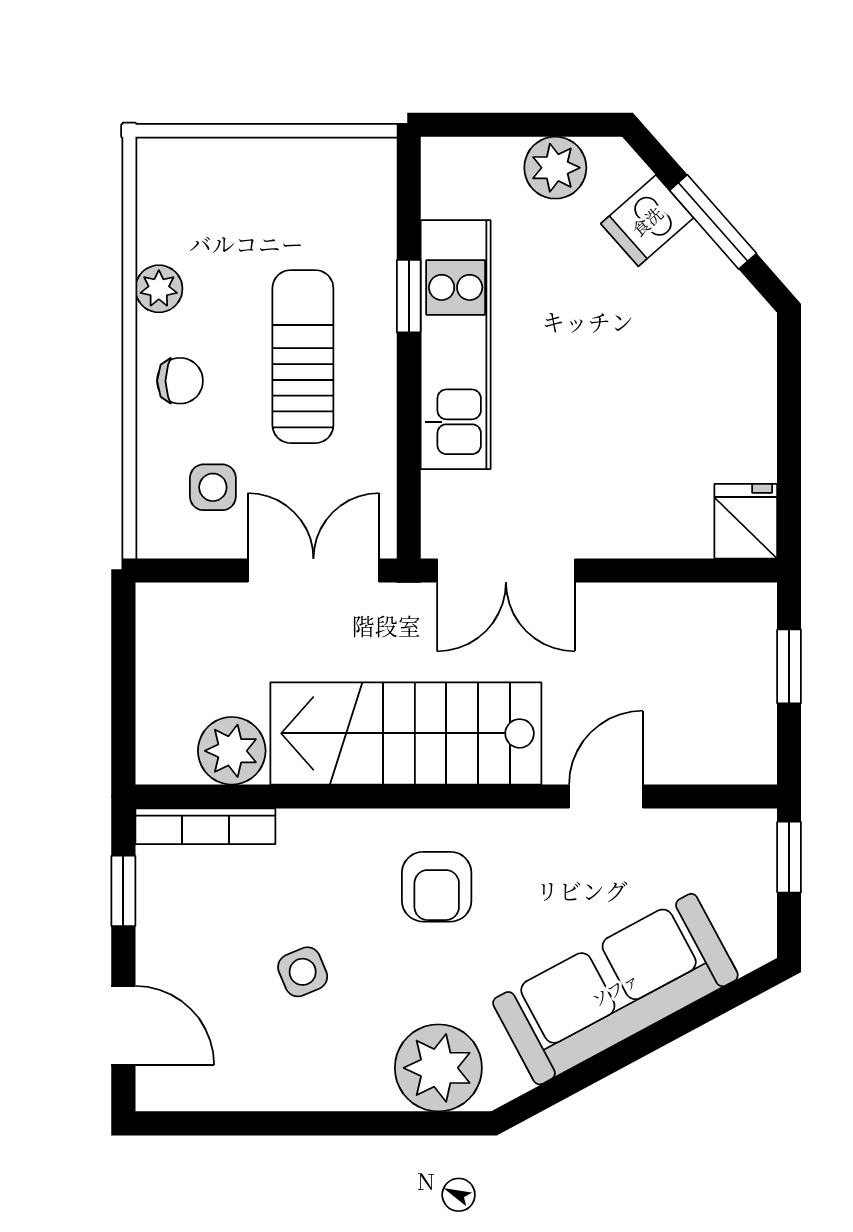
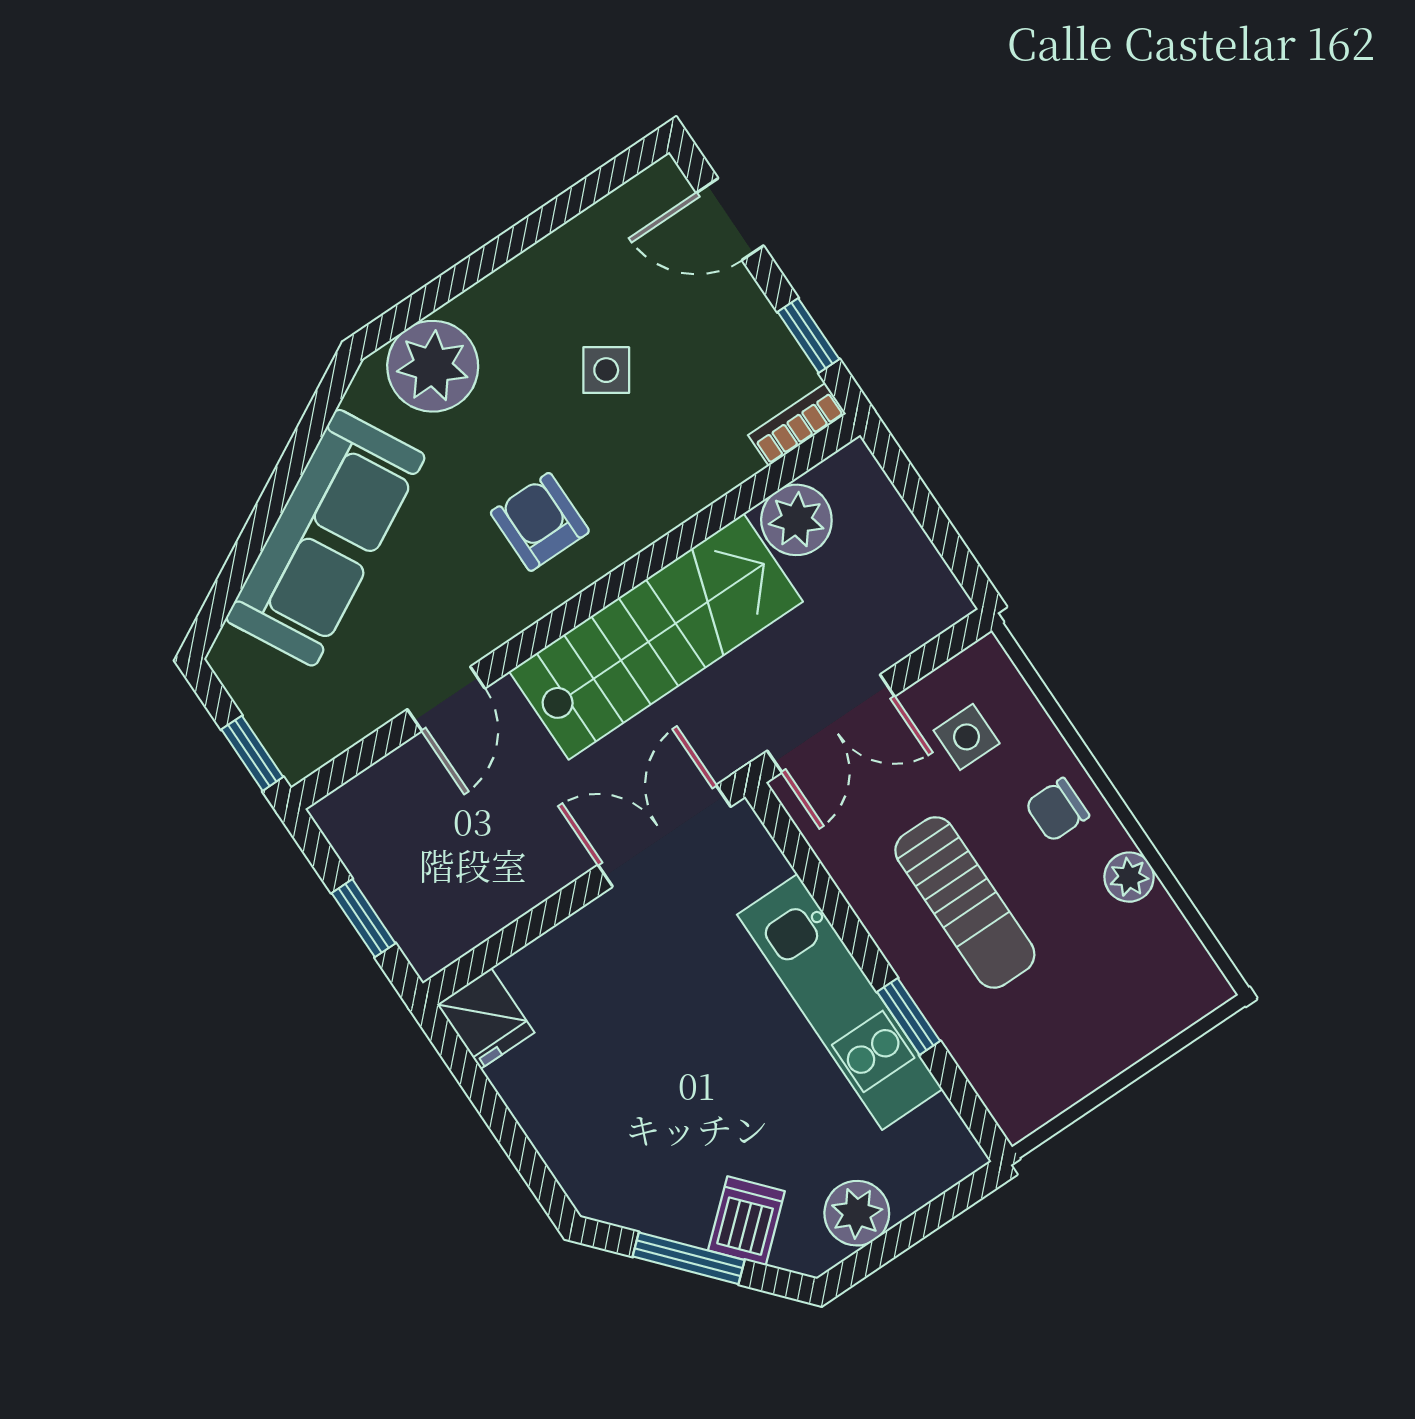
bookcase: (205, 826) -> (797, 425), width x0.64
side table: (303, 972) -> (606, 370), turned -33

